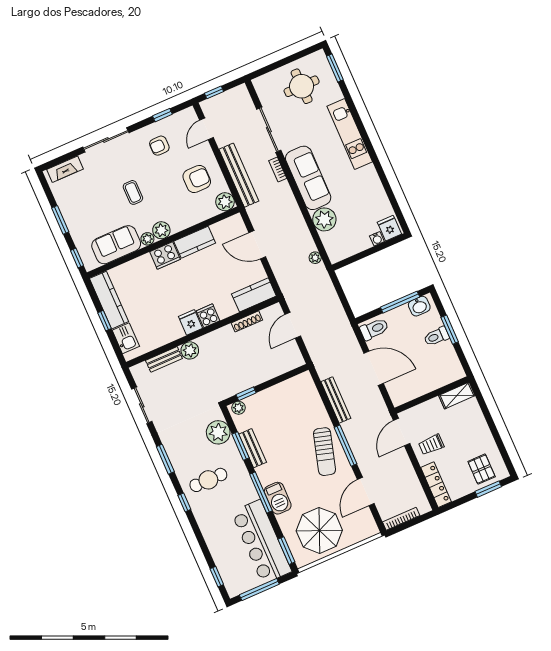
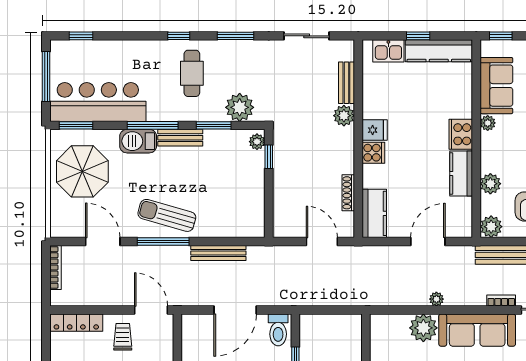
plant: (161, 230) -> (490, 184), moved
plant: (315, 258) -> (436, 299), moved
bench: (253, 448) -> (180, 138), moved

